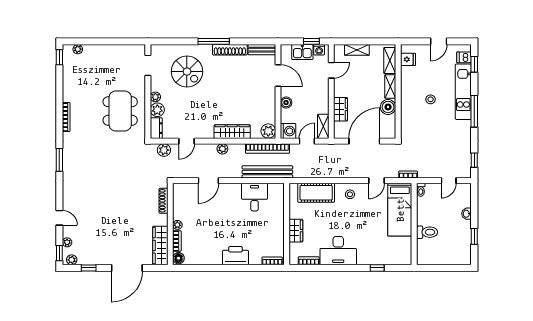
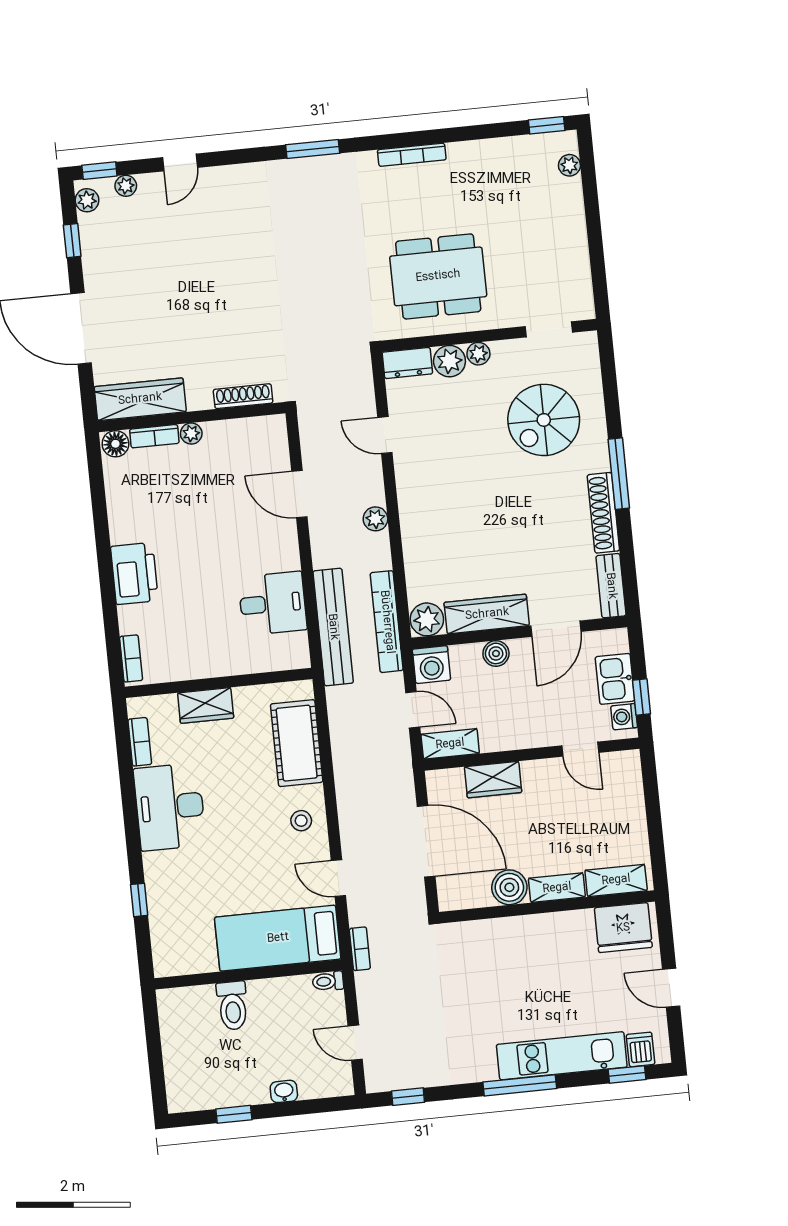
shelving: (357, 50) -> (632, 803), removed
fridge: (408, 59) -> (623, 928), width x1.88, depth x1.34
stool: (431, 99) -> (537, 983), removed
wardrobe: (232, 132) -> (487, 614), moved, turned -90
plant: (164, 150) -> (359, 385), removed

